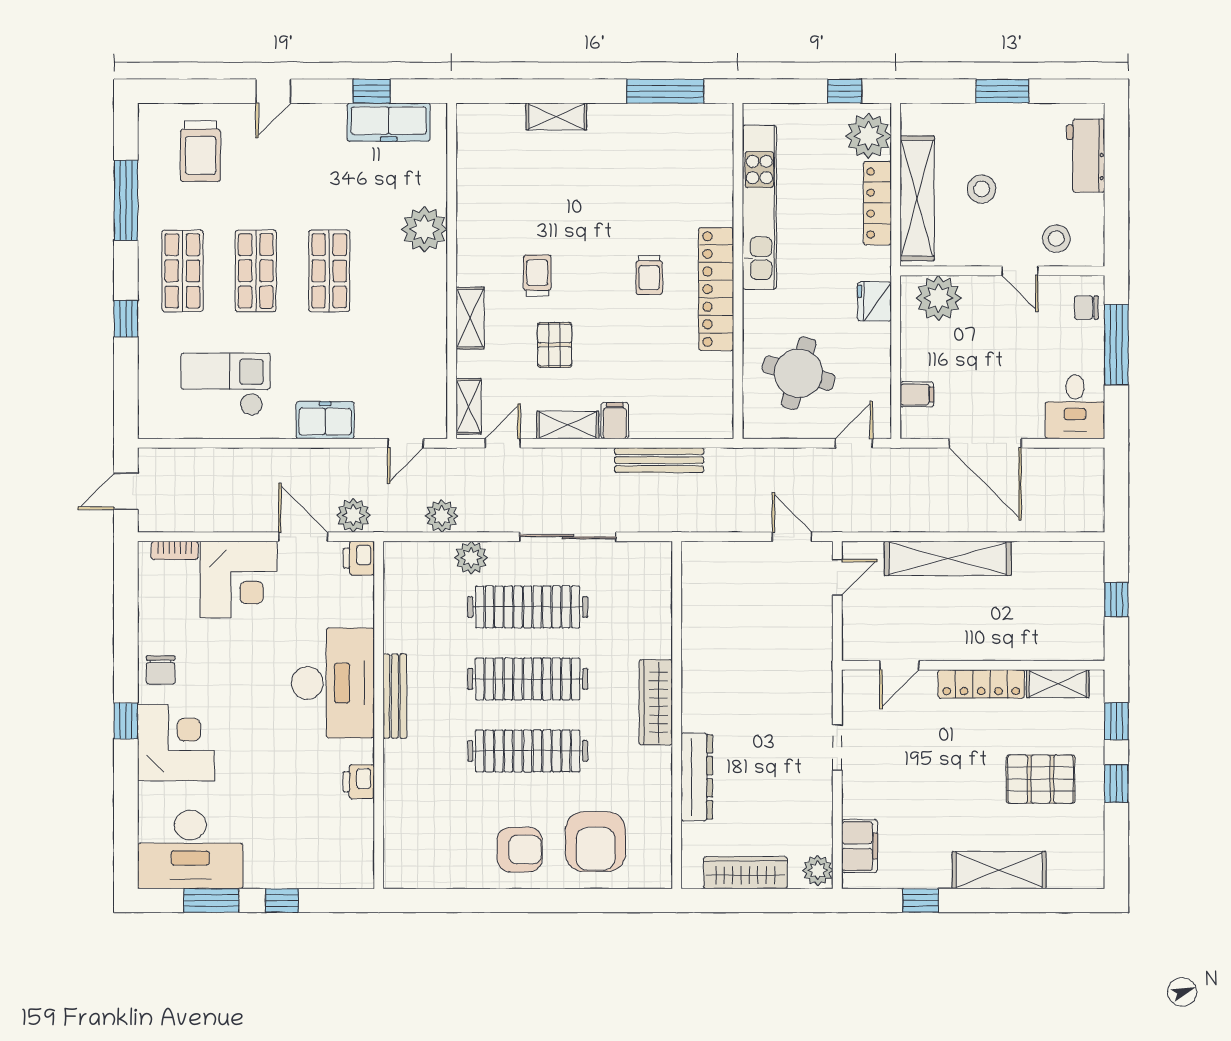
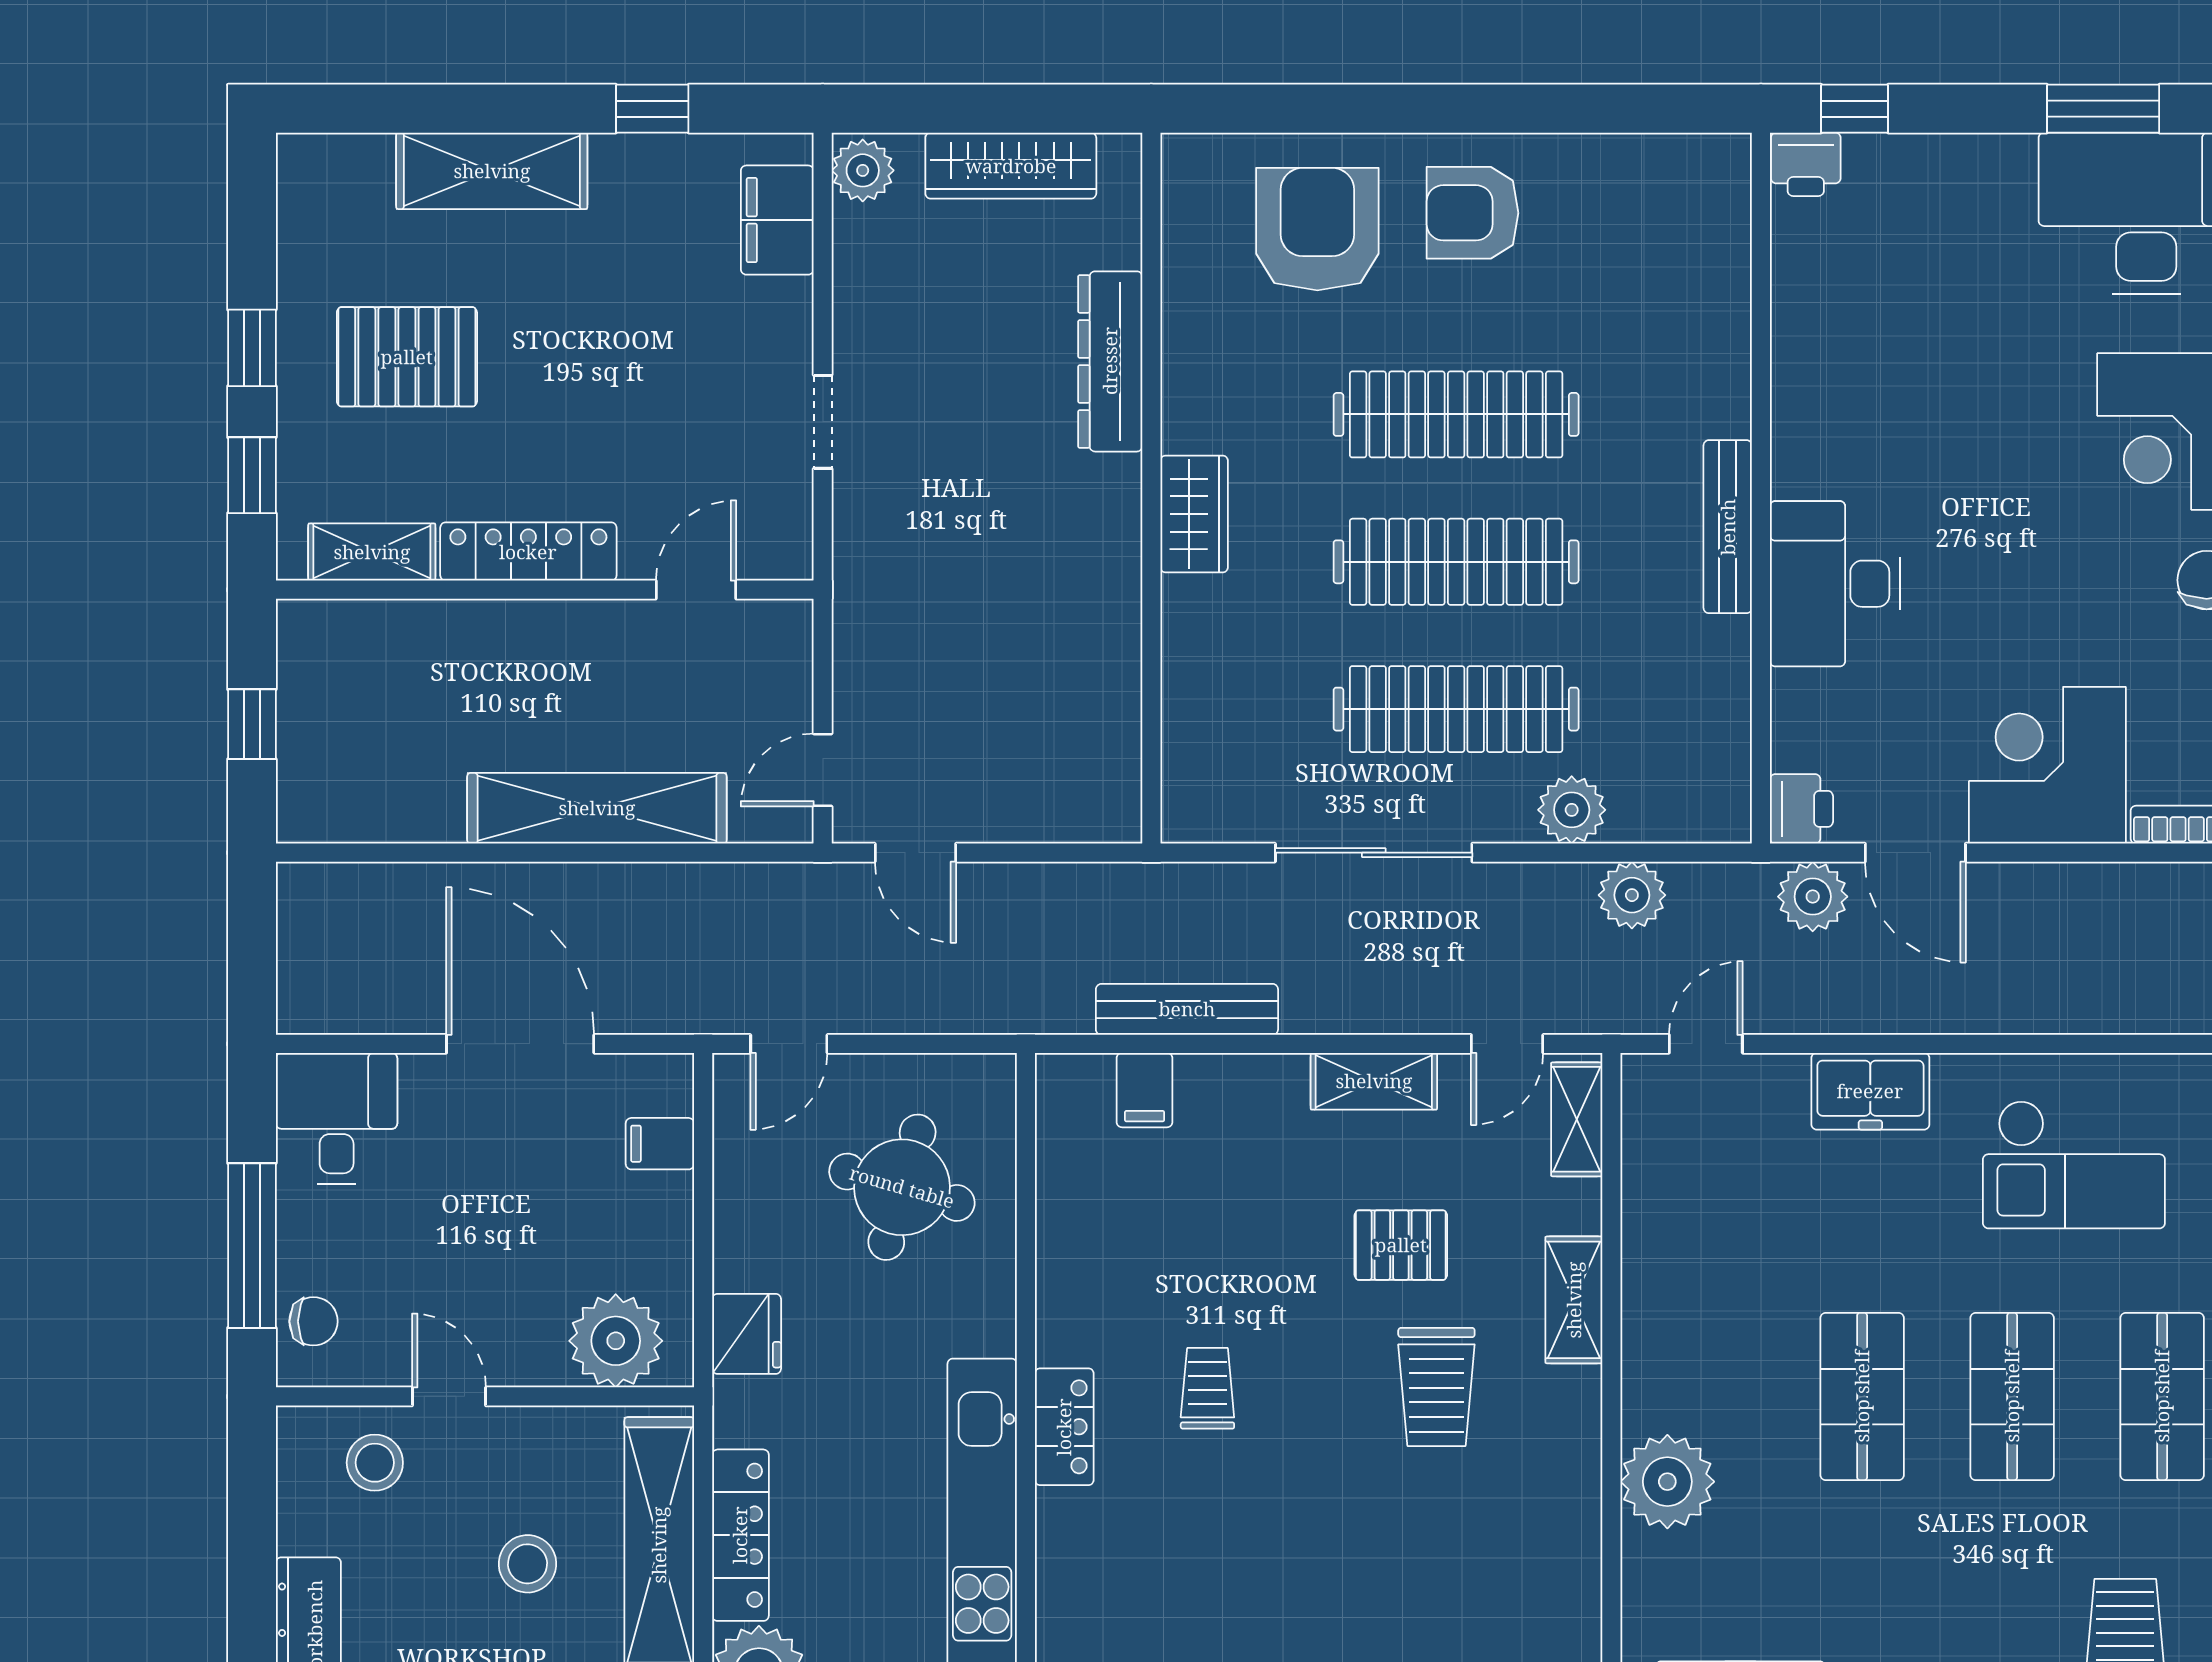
trolley: (537, 276) -> (1436, 1387), width x1.36, depth x1.39
locker: (716, 289) -> (1064, 1427), width x0.46, depth x0.83
pallet: (555, 345) -> (1401, 1245), turned 90
filing cabinet: (615, 421) -> (1145, 1090), moved
desk: (333, 683) -> (1835, 584), width x0.73, depth x0.77
wardrobe: (656, 702) -> (1194, 514), width x0.67
printer: (359, 782) -> (1806, 164), moved, turned 90
window: (282, 900) -> (1855, 109), moved

